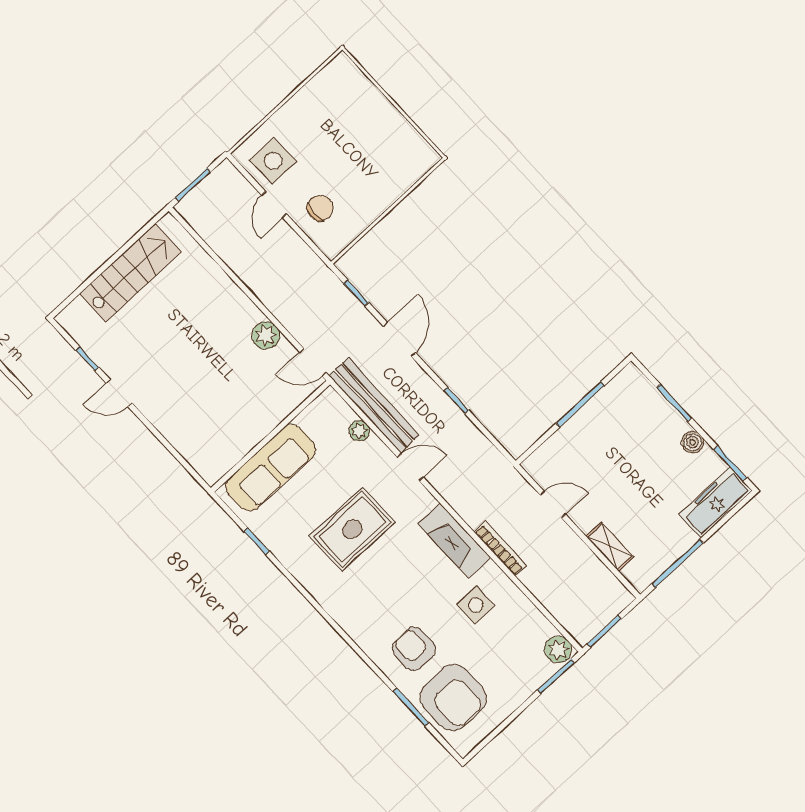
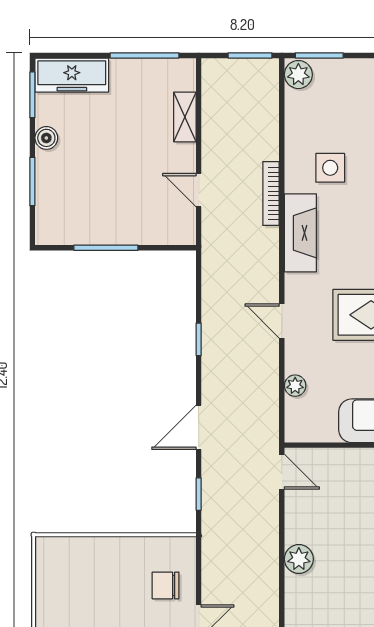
plant: (266, 335) -> (299, 559), moved
bench: (374, 405) -> (265, 394), removed

